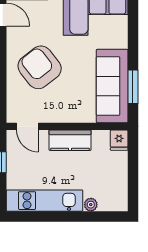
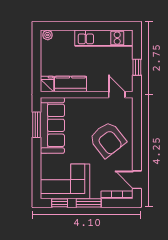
kitchen counter: (70, 140) -> (71, 84), moved
plant: (91, 205) -> (48, 35), moved

